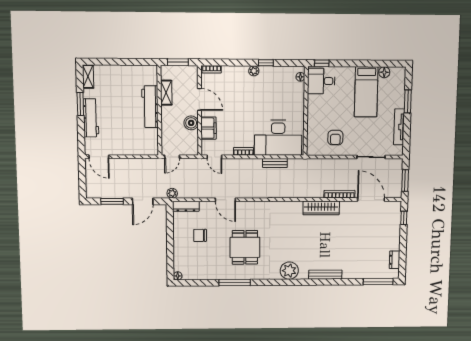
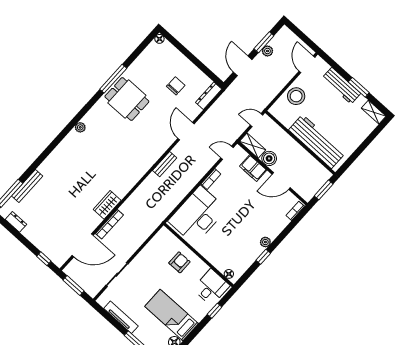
window: (322, 63) -> (215, 311), moved
shelving: (166, 93) -> (253, 146), moved
workbench: (150, 107) -> (317, 142), width x1.36, depth x1.32
armchair: (335, 138) -> (179, 262), moved, turned 90
stool: (129, 144) -> (296, 96), added
door: (99, 157) -> (307, 64), hinge flipped
door: (172, 157) -> (256, 120), hinge flipped
bench: (275, 163) -> (165, 164), moved
plant: (172, 193) -> (267, 51), moved
door: (225, 200) -> (186, 131), hinge flipped
wardrobe: (321, 208) -> (107, 205), width x0.67
dining table: (245, 247) -> (127, 99), moved
plant: (289, 271) -> (80, 127), width x0.53, depth x0.53
bench: (325, 275) -> (27, 186), moved

